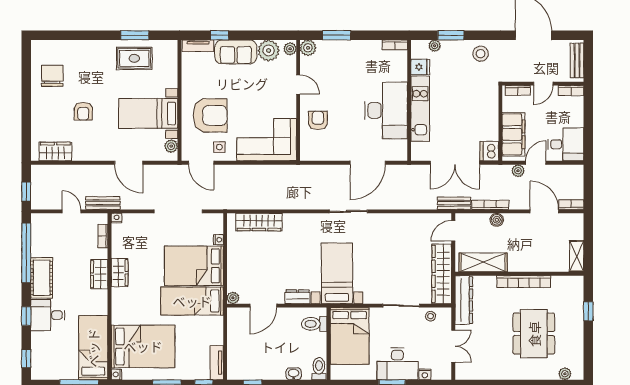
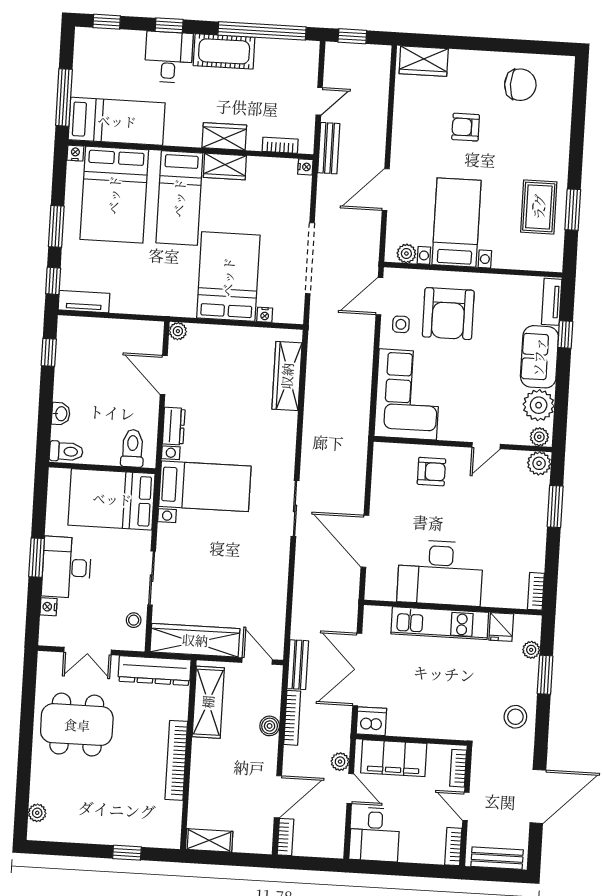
wardrobe: (55, 151) -> (424, 61), moved, turned 90
bed: (192, 301) -> (179, 198), moved, turned 180
dining table: (534, 334) -> (77, 725), moved

